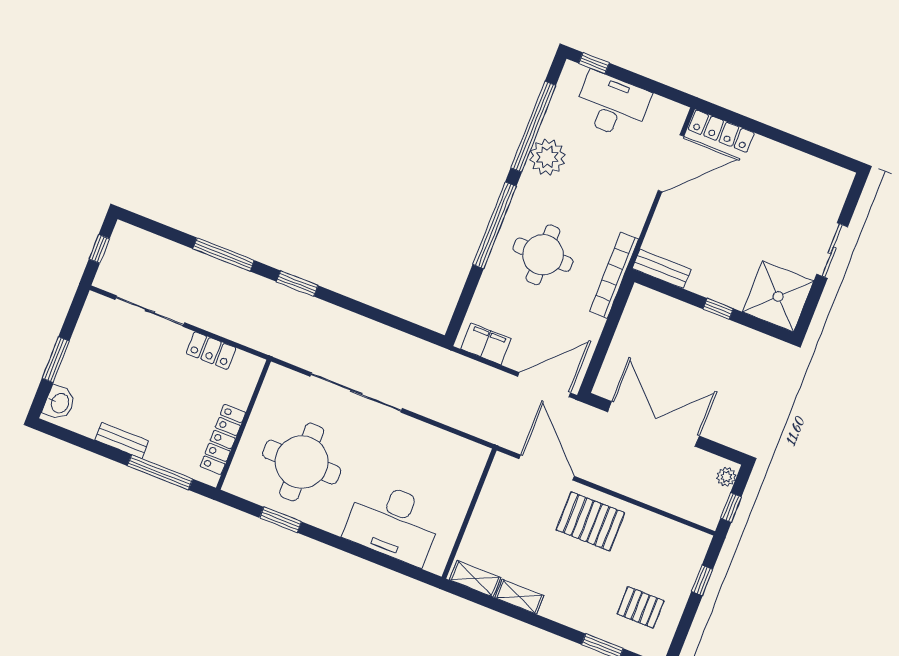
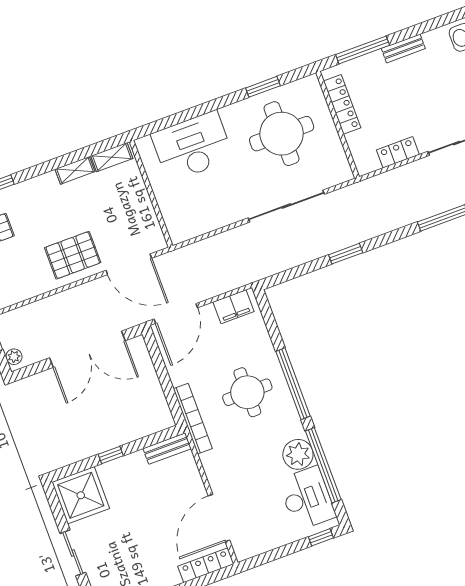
desk: (612, 105) -> (307, 498), moved, turned -90
window: (297, 284) -> (346, 254), moved

